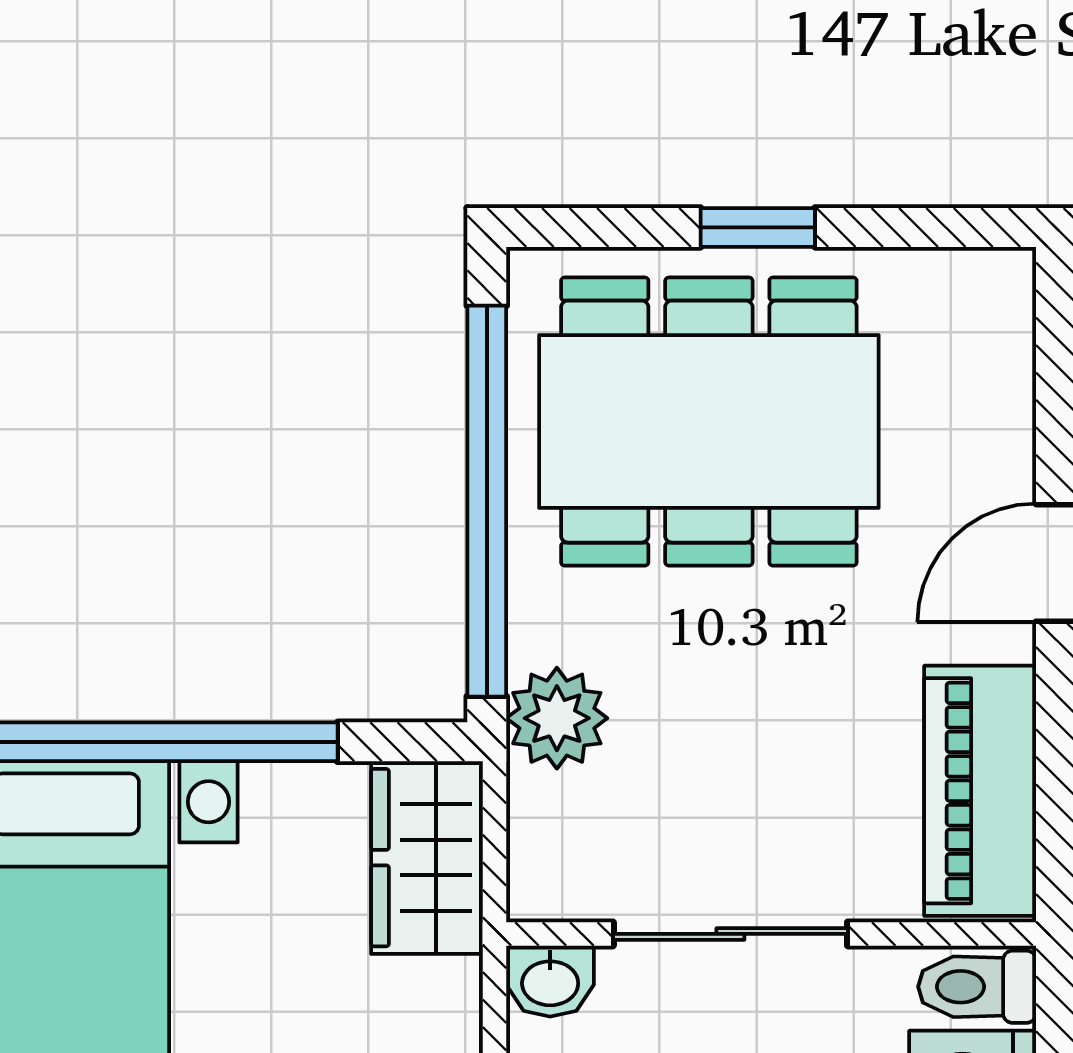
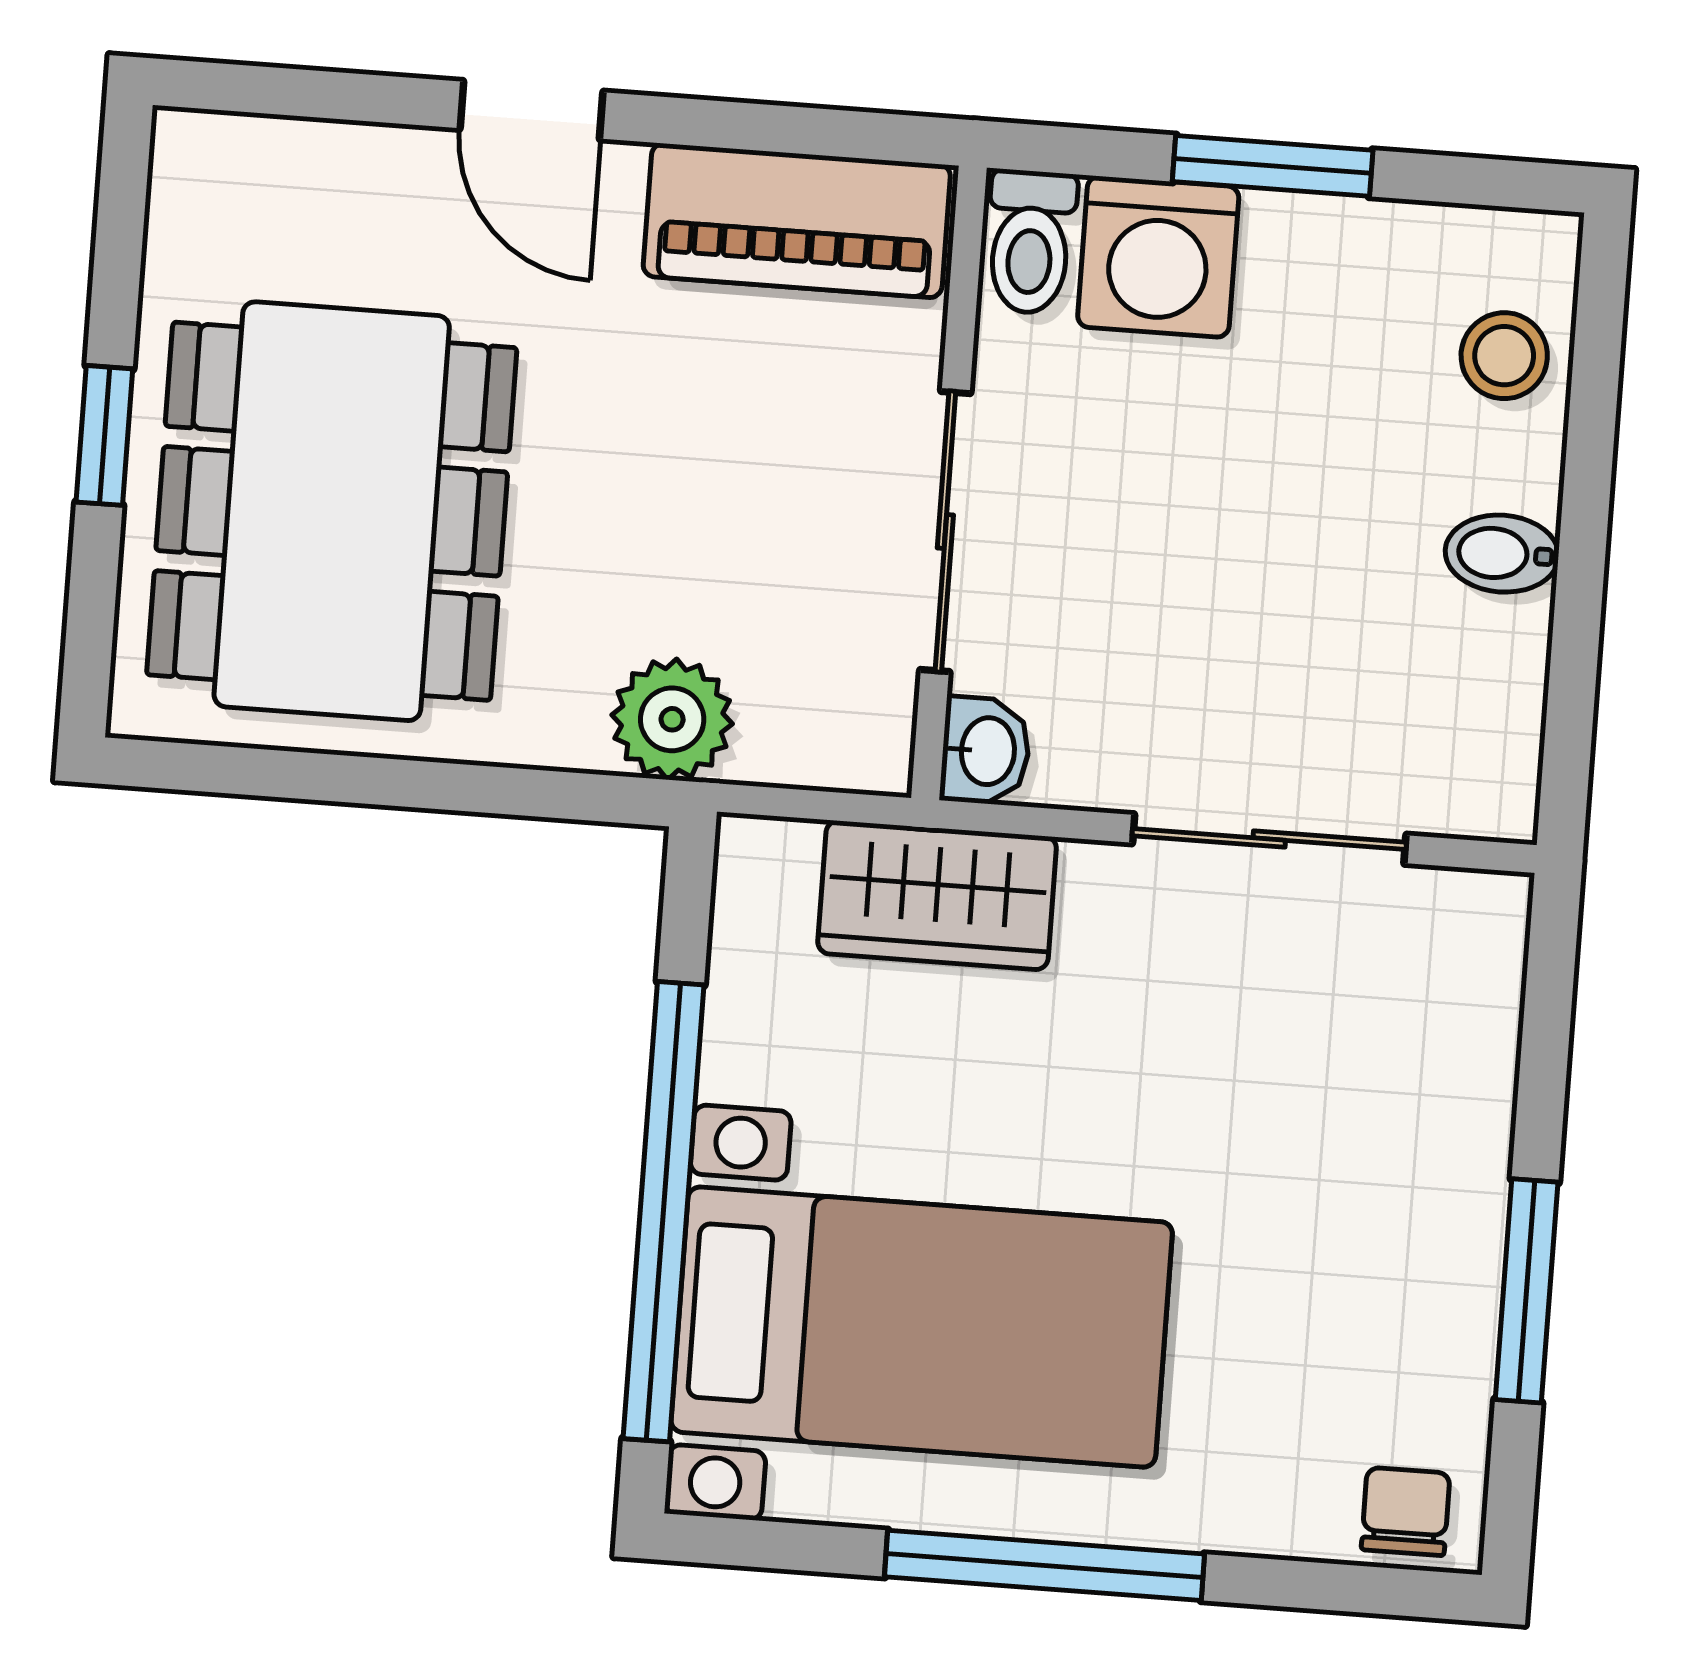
window: (487, 501) -> (407, 783), removed
wardrobe: (427, 858) -> (937, 895), moved

